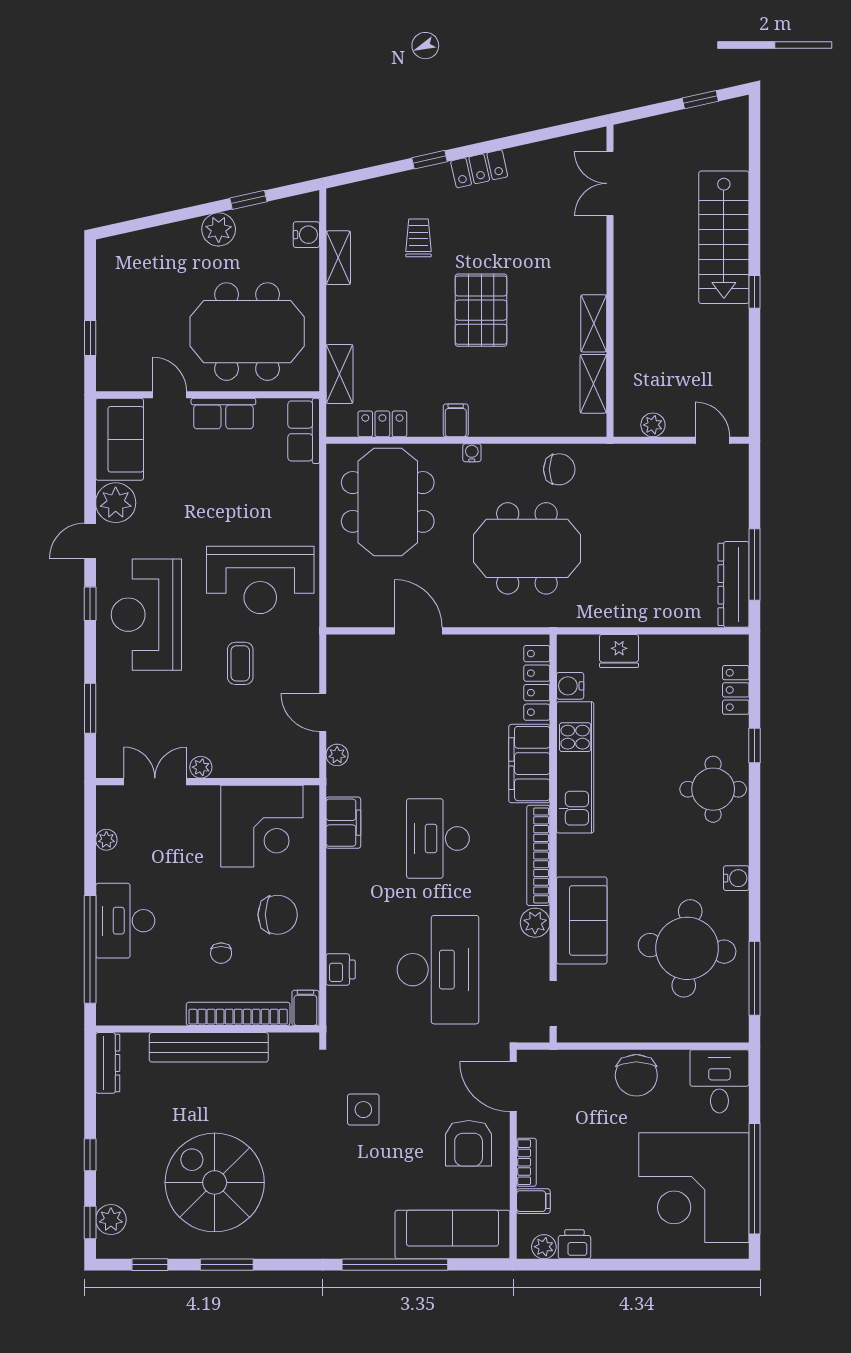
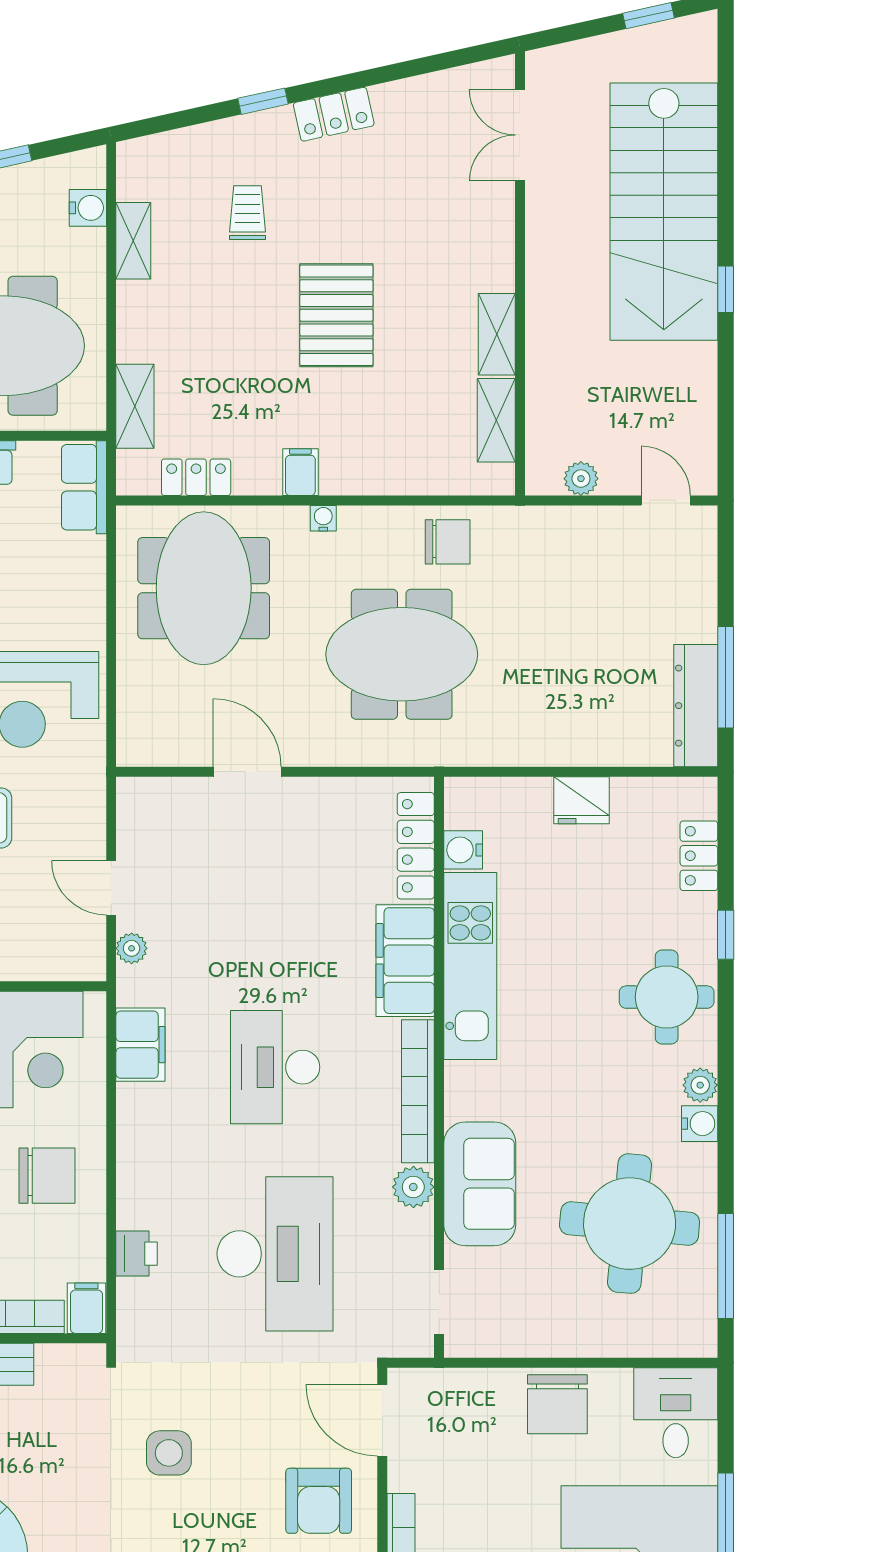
stairs: (724, 237) -> (664, 212), width x1.36, depth x1.51
fridge: (619, 651) -> (581, 800), moved
plant: (737, 851) -> (700, 1085), added

